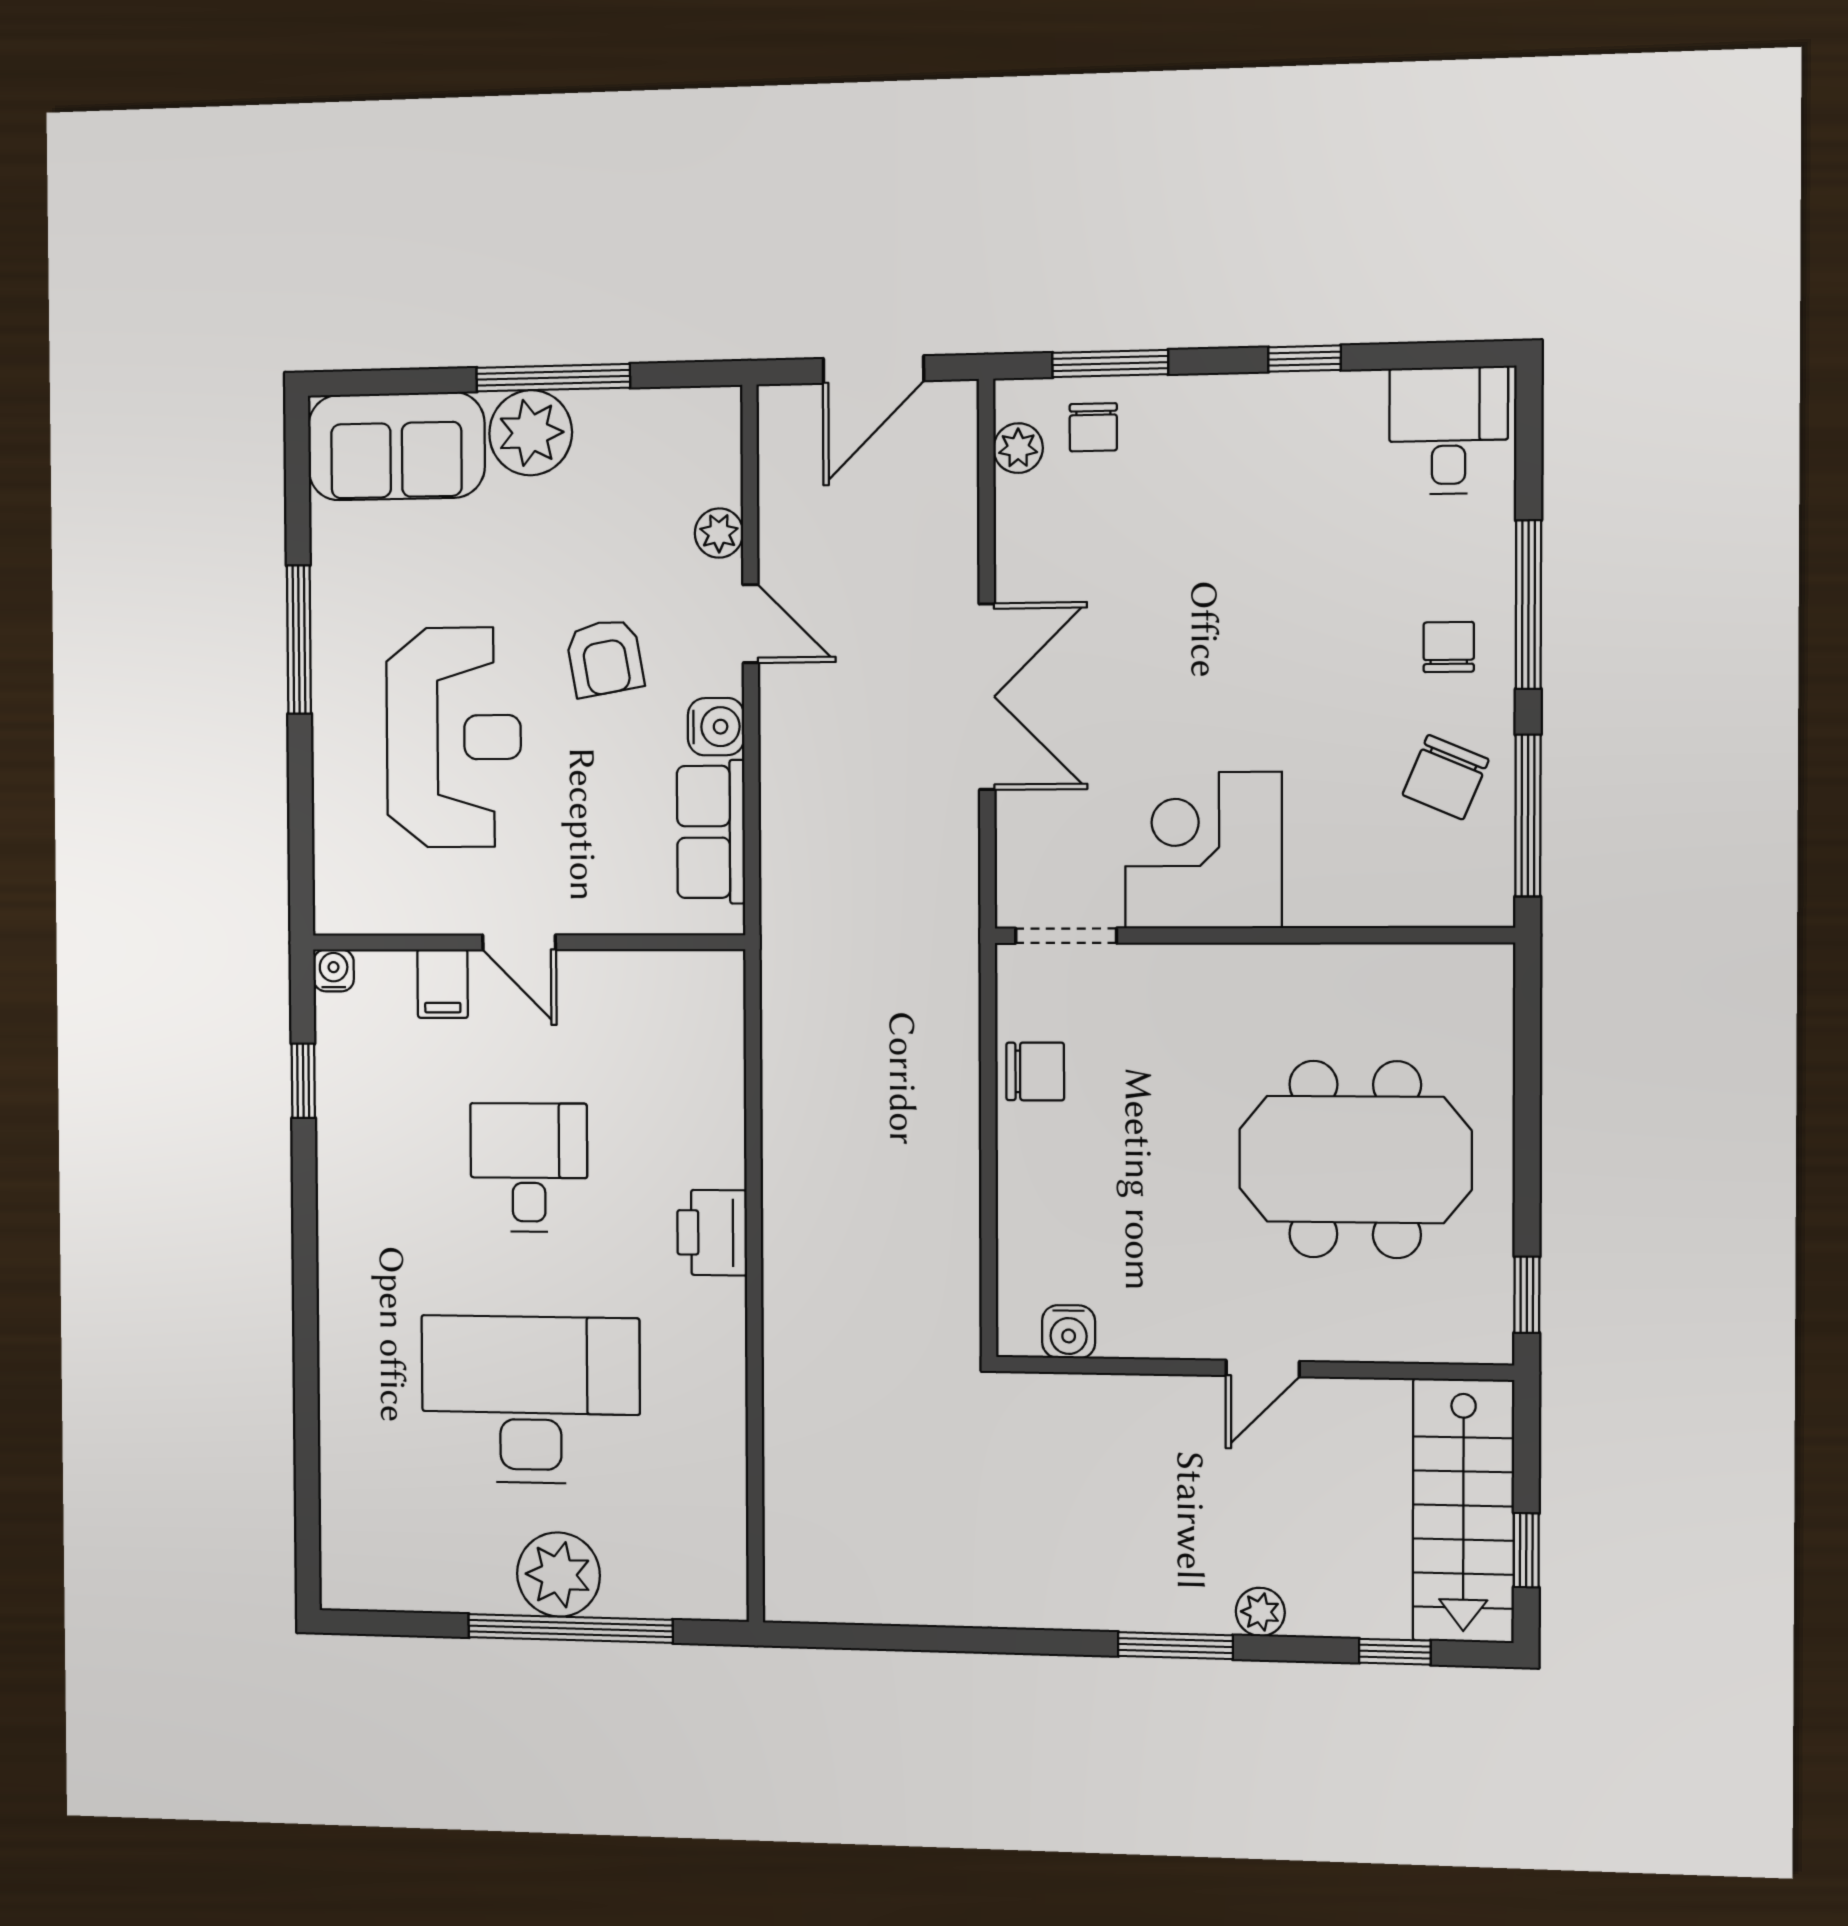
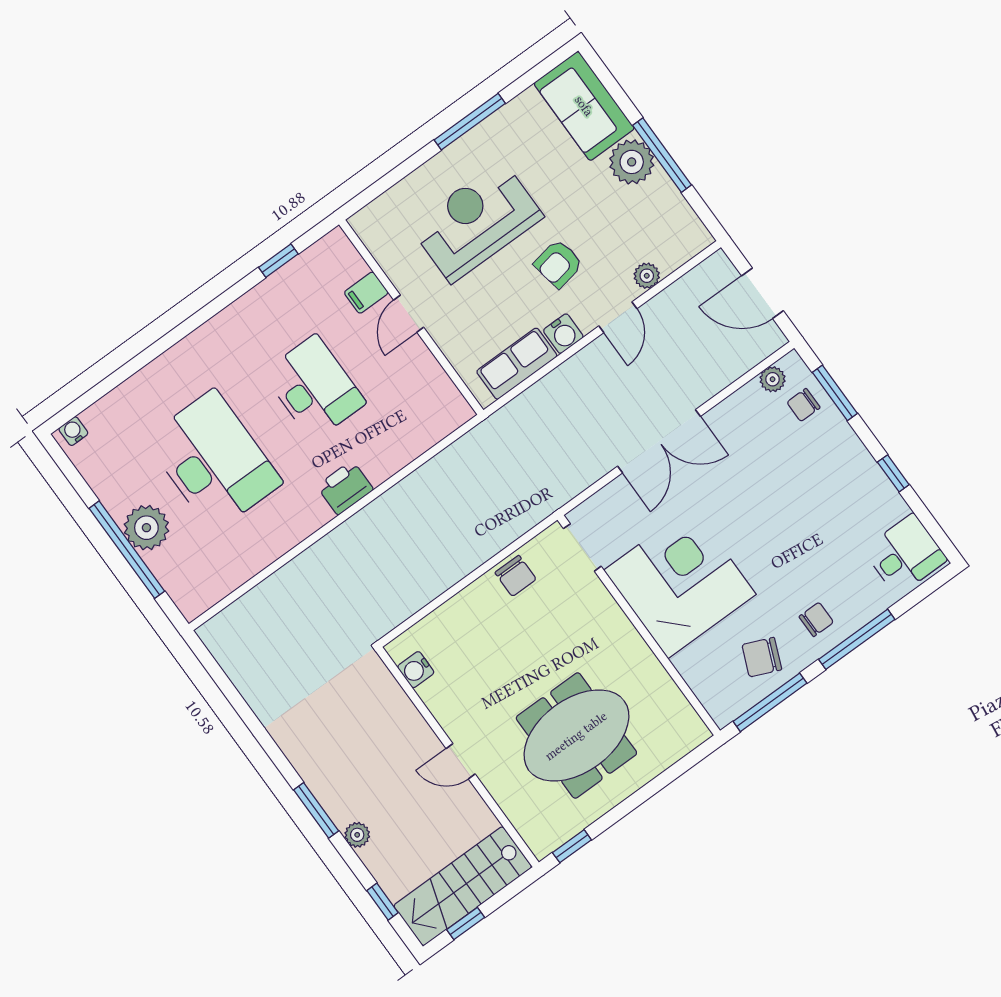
reception desk: (454, 737) -> (476, 221), turned 180
corner desk: (1203, 850) -> (680, 582), width x1.36, depth x1.36
water cooler: (334, 970) -> (73, 431), moved, turned -90
meeting table: (1355, 1159) -> (576, 736), turned 90
desk: (529, 1167) -> (314, 388), width x1.37

